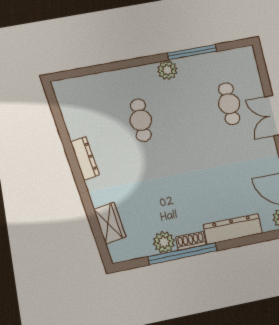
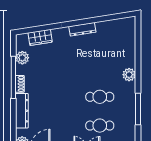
plant: (167, 70) -> (129, 75), moved
cafe table: (141, 120) -> (100, 97), moved
plant: (164, 242) -> (22, 58), moved

